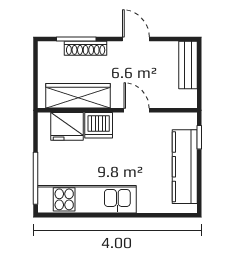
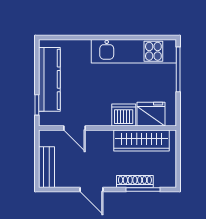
door: (137, 110) -> (74, 128), moved

